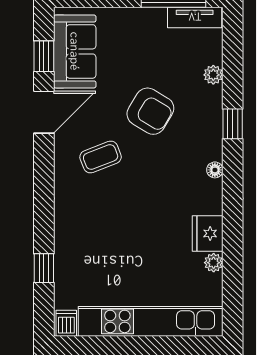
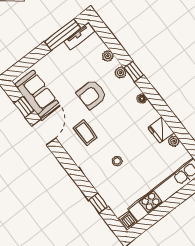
armchair: (150, 111) -> (92, 94), turned 149
plant: (213, 111) -> (121, 73), added
coffee table: (101, 157) -> (85, 133), turned -69
stool: (114, 230) -> (117, 161), added

